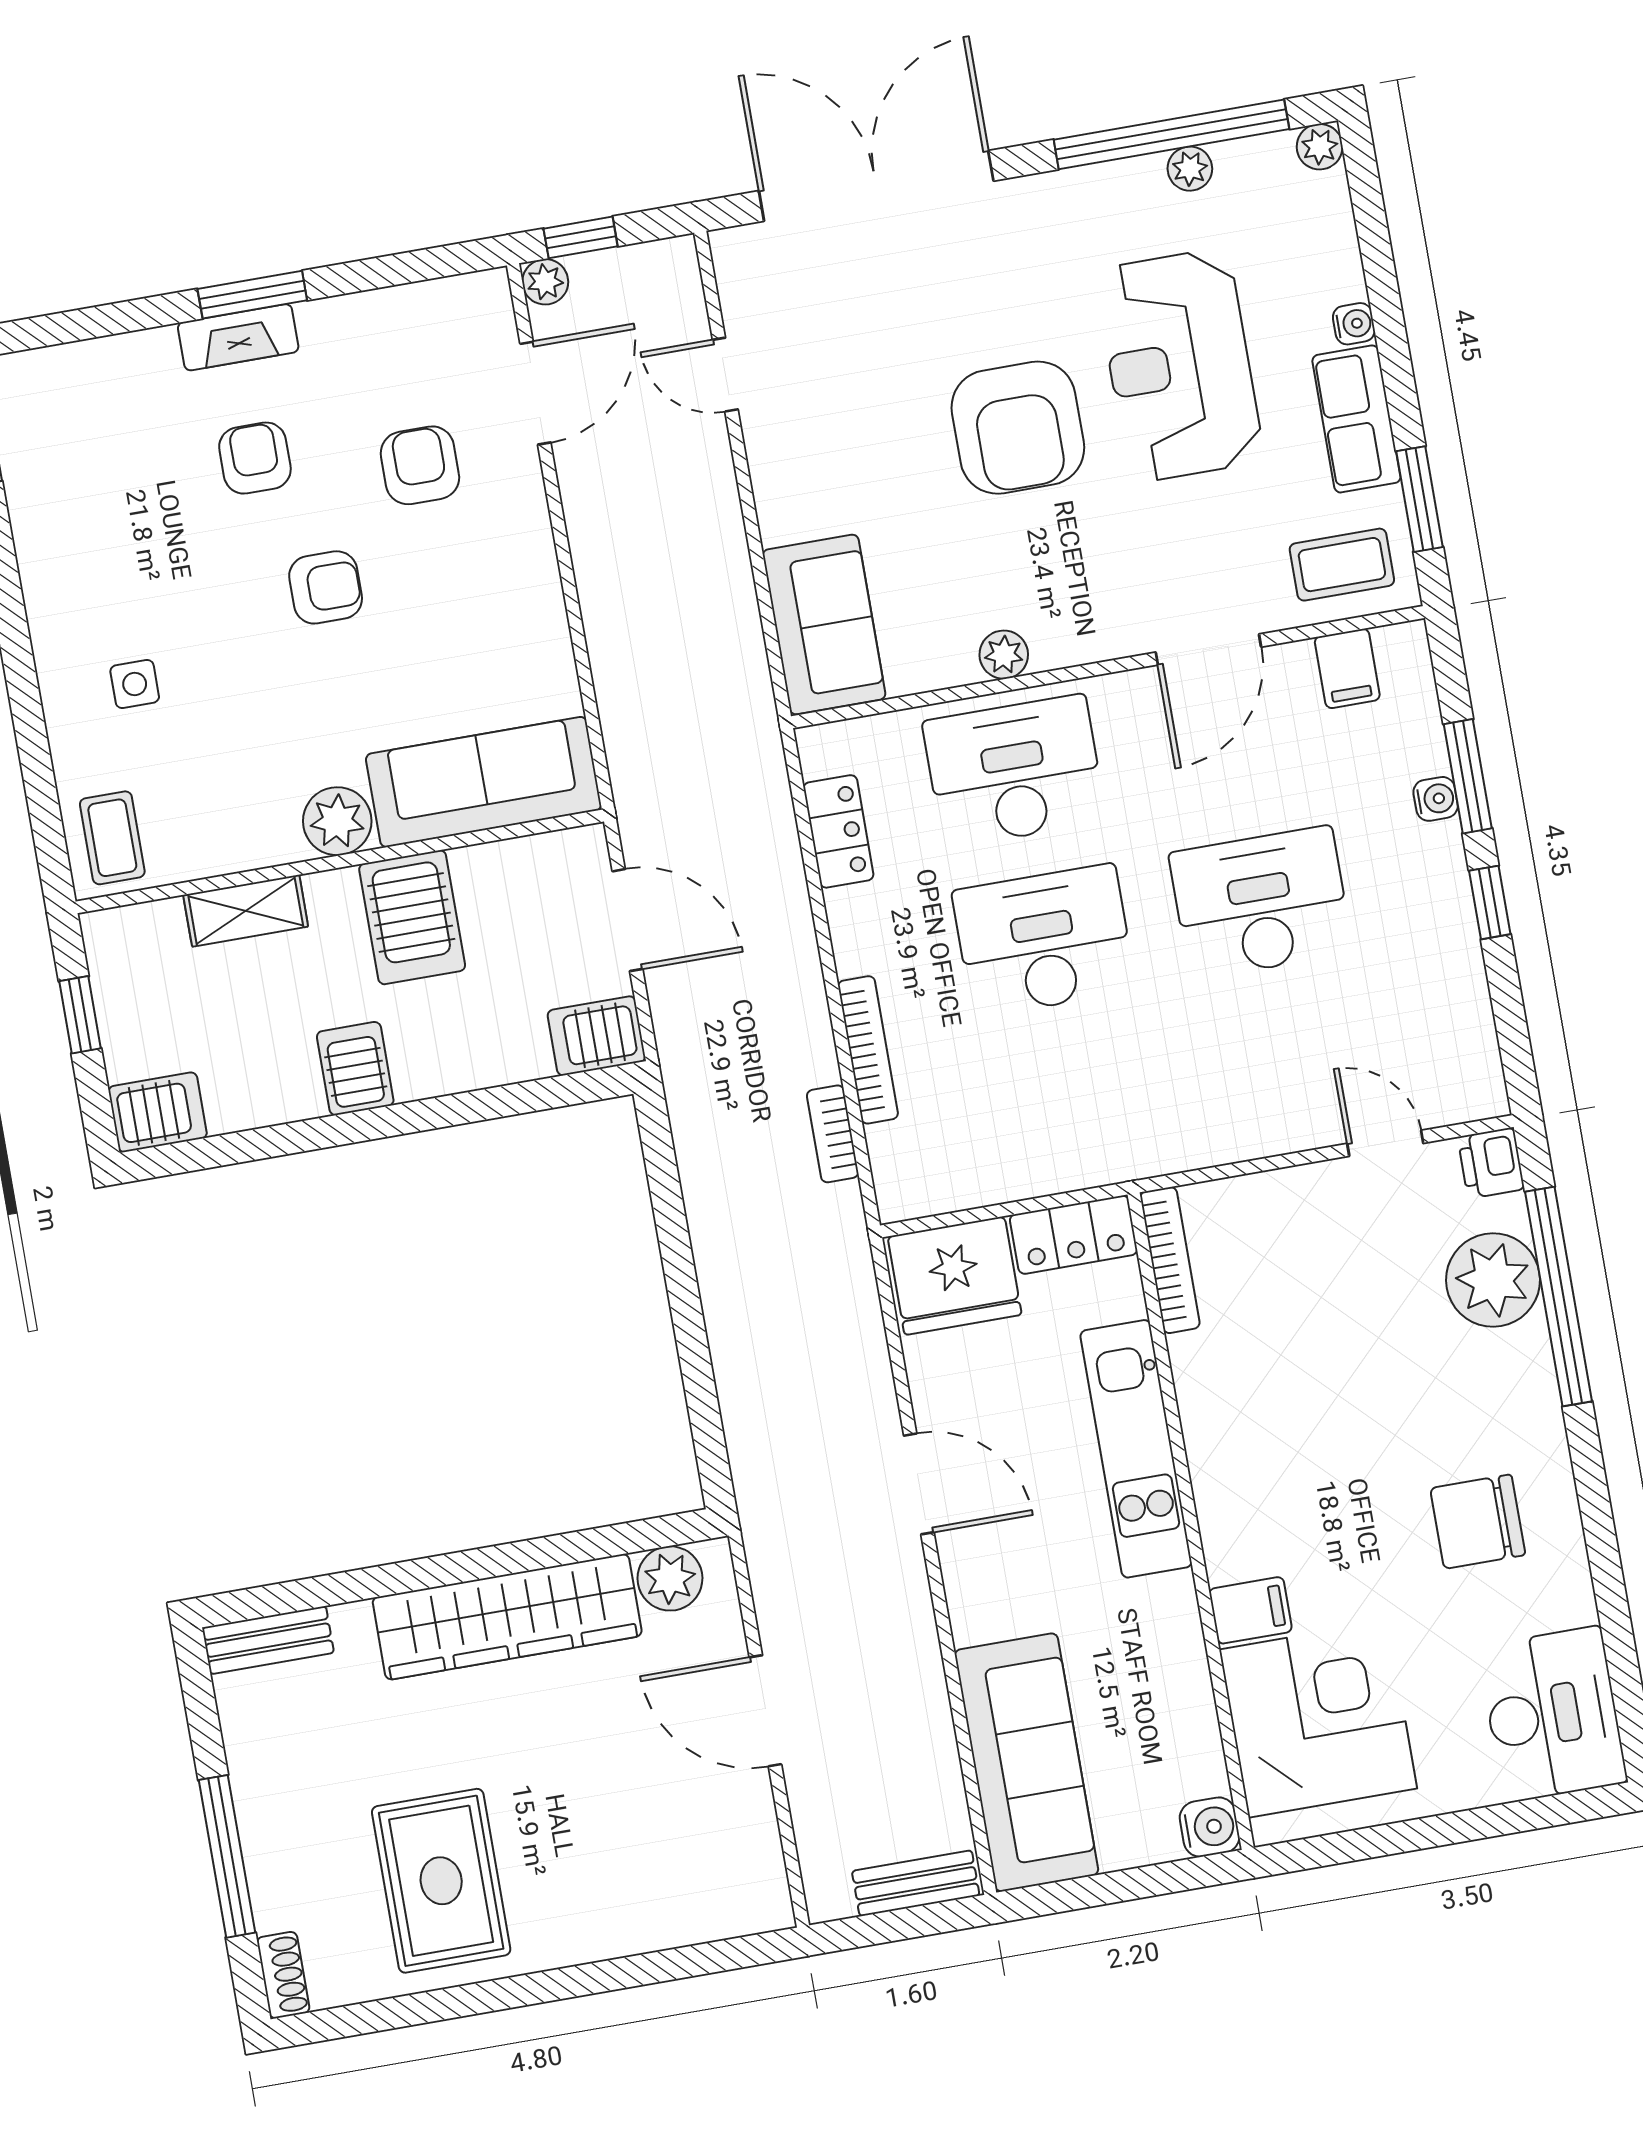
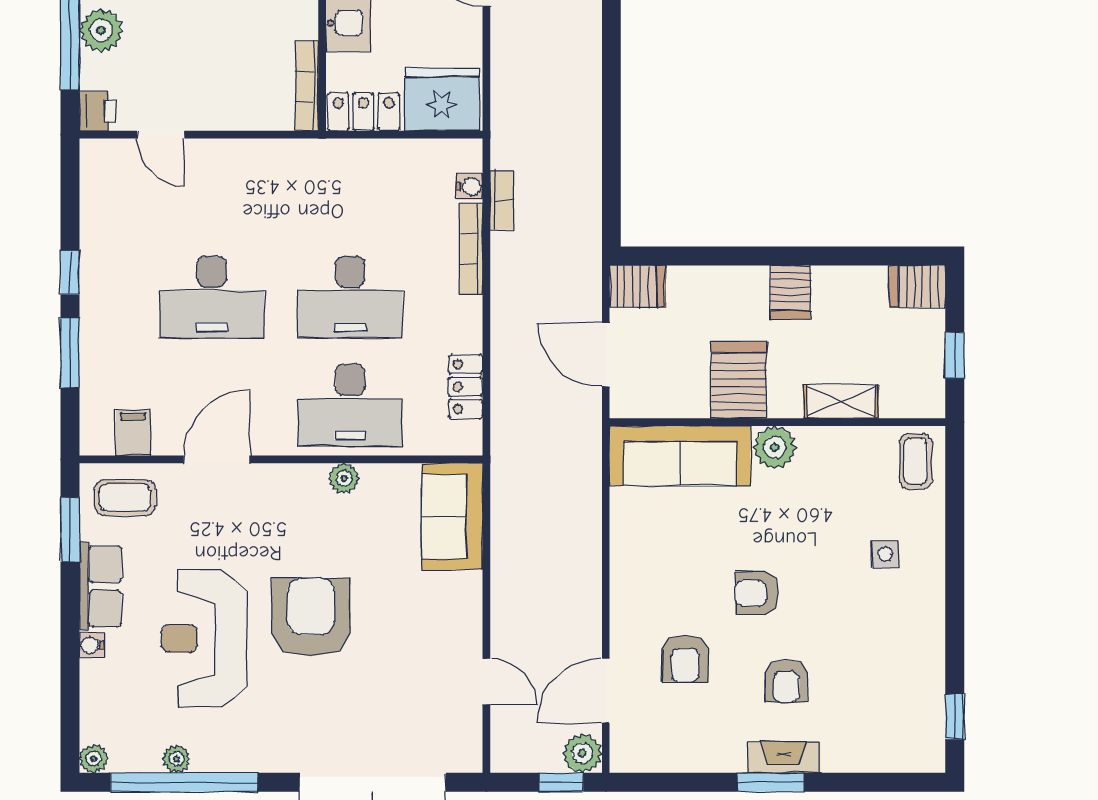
plant: (545, 282) -> (582, 753), width x1.38, depth x1.38
reception desk: (1179, 365) -> (204, 638), turned 180
water cooler: (1436, 799) -> (470, 187), moved, turned 180
plant: (1493, 1280) -> (101, 31), width x0.73, depth x0.73

